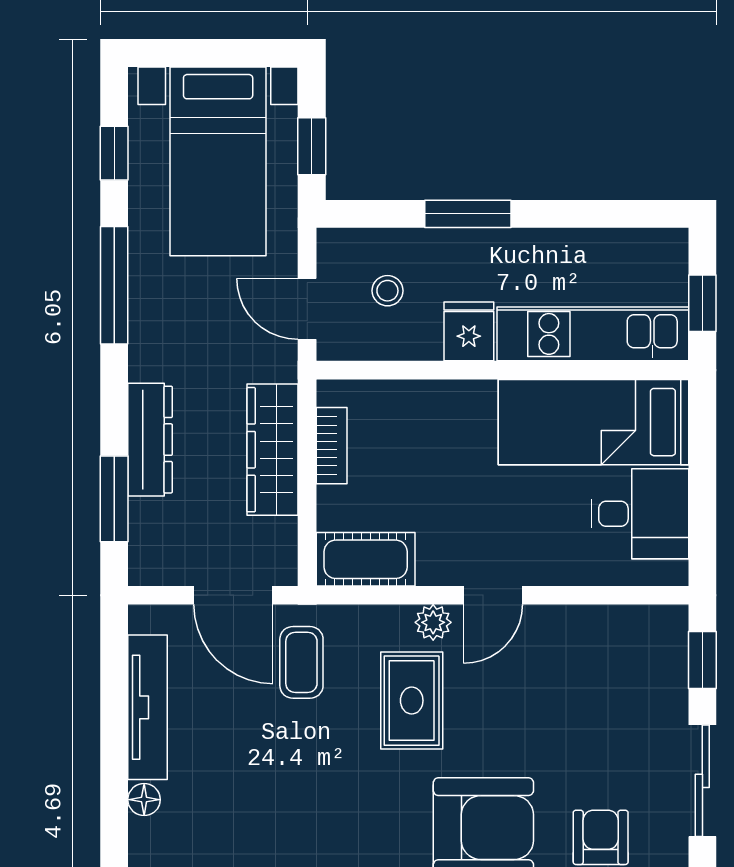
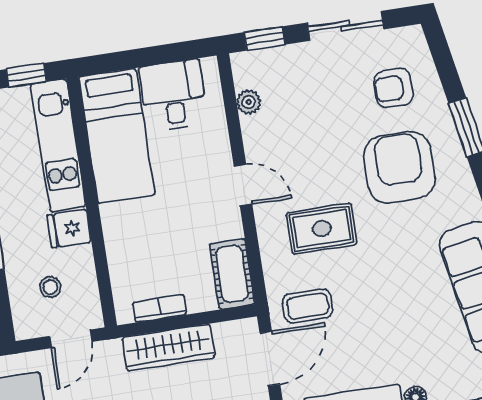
plant: (433, 622) -> (249, 102), moved

